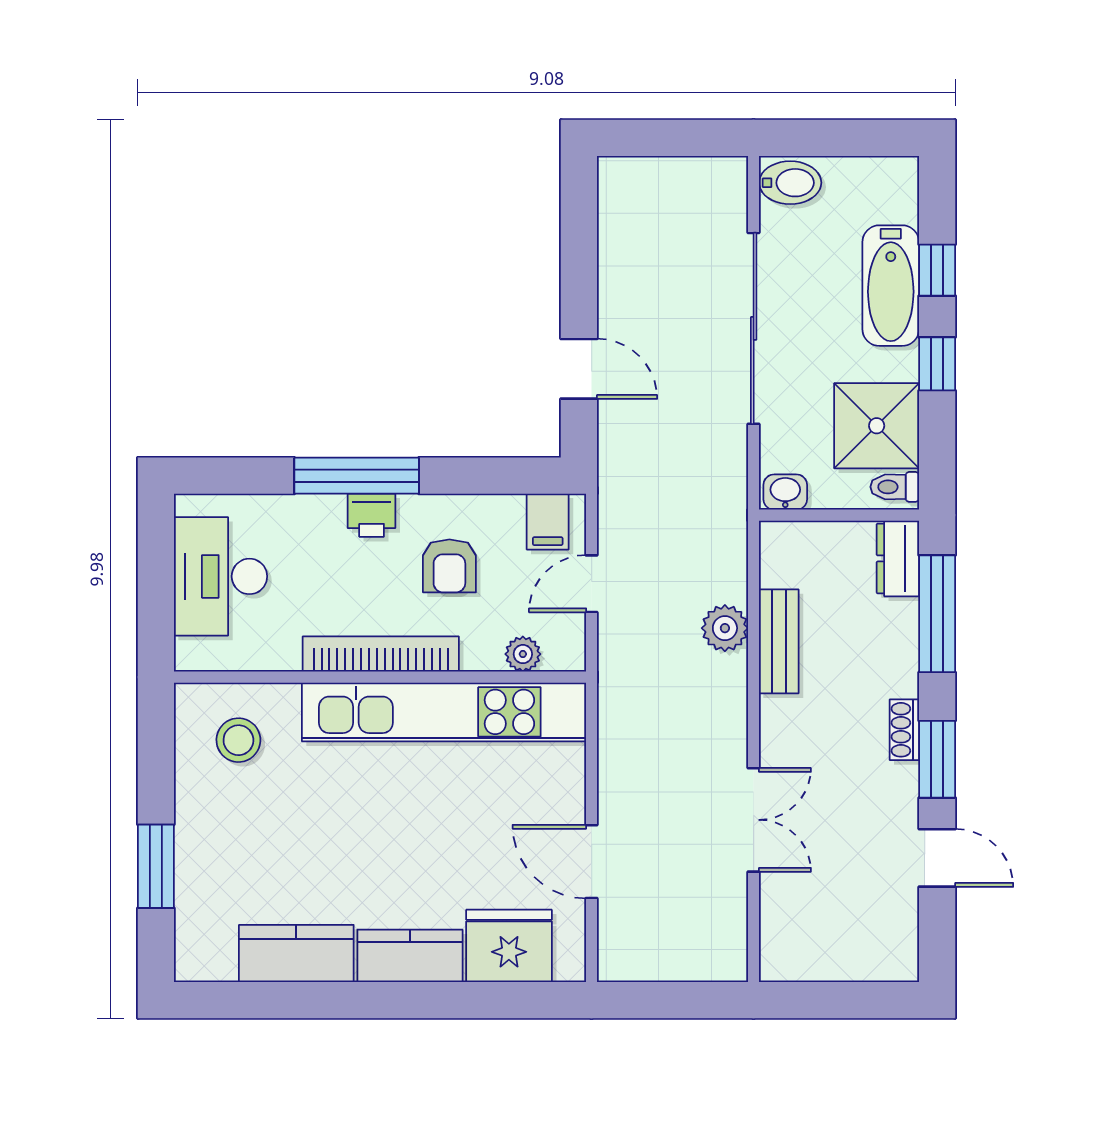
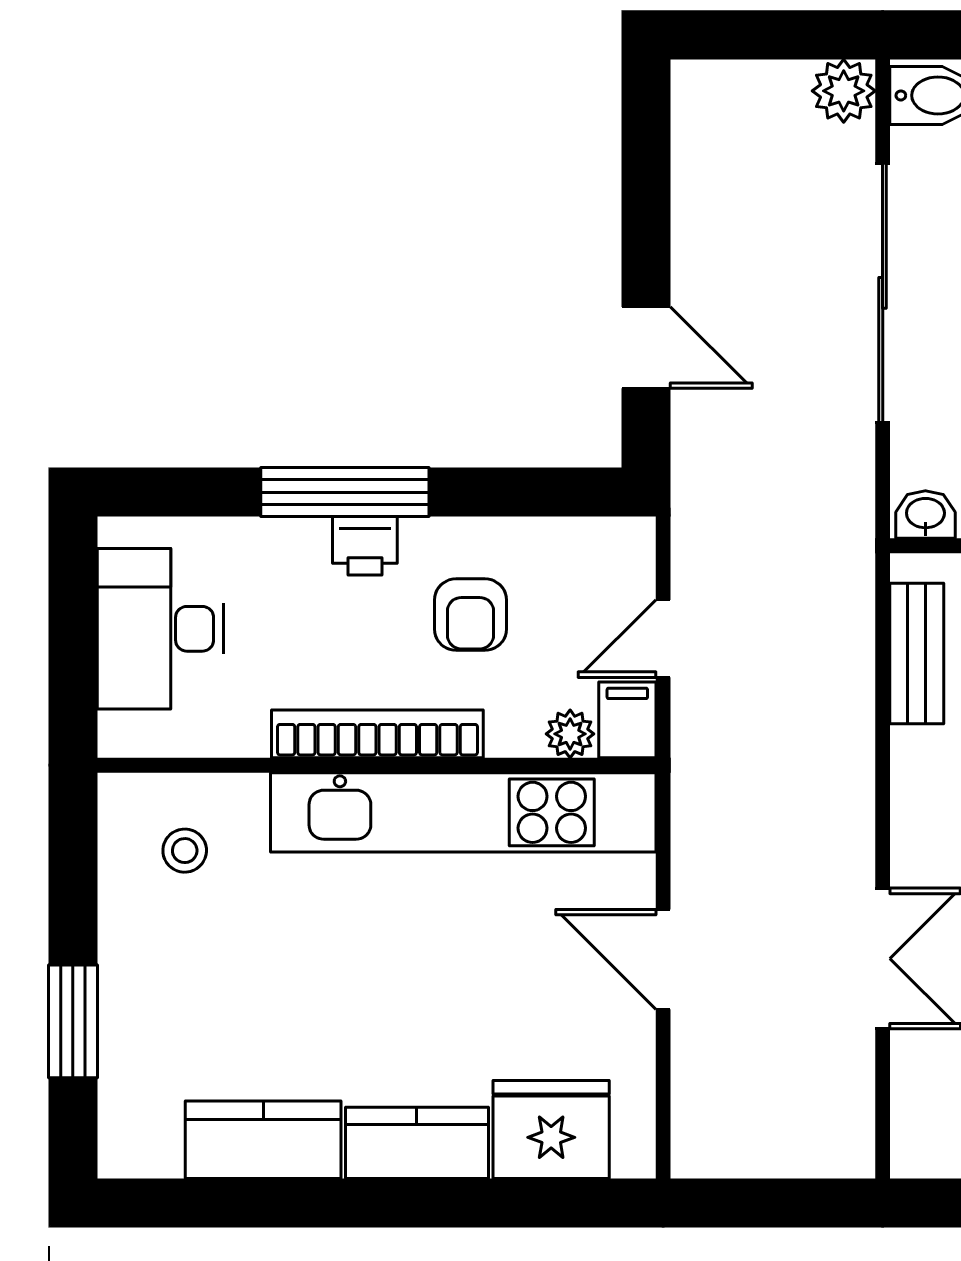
filing cabinet: (548, 522) -> (627, 720), moved, turned 180
plant: (725, 628) -> (844, 91), moved
bench: (779, 641) -> (917, 653), moved
stool: (238, 740) -> (185, 851), width x0.73, depth x0.73
door: (592, 862) -> (663, 959), moved

